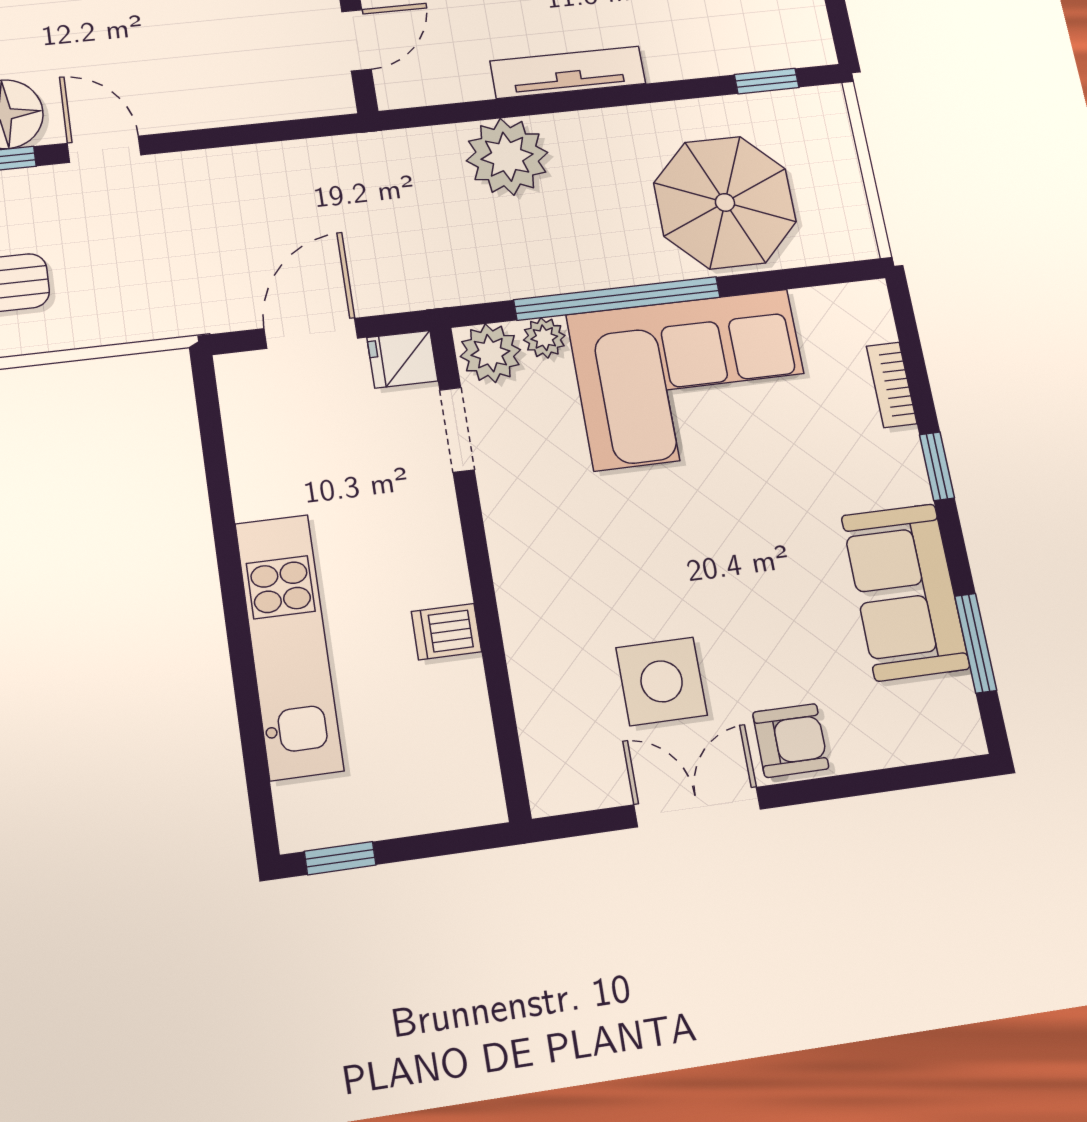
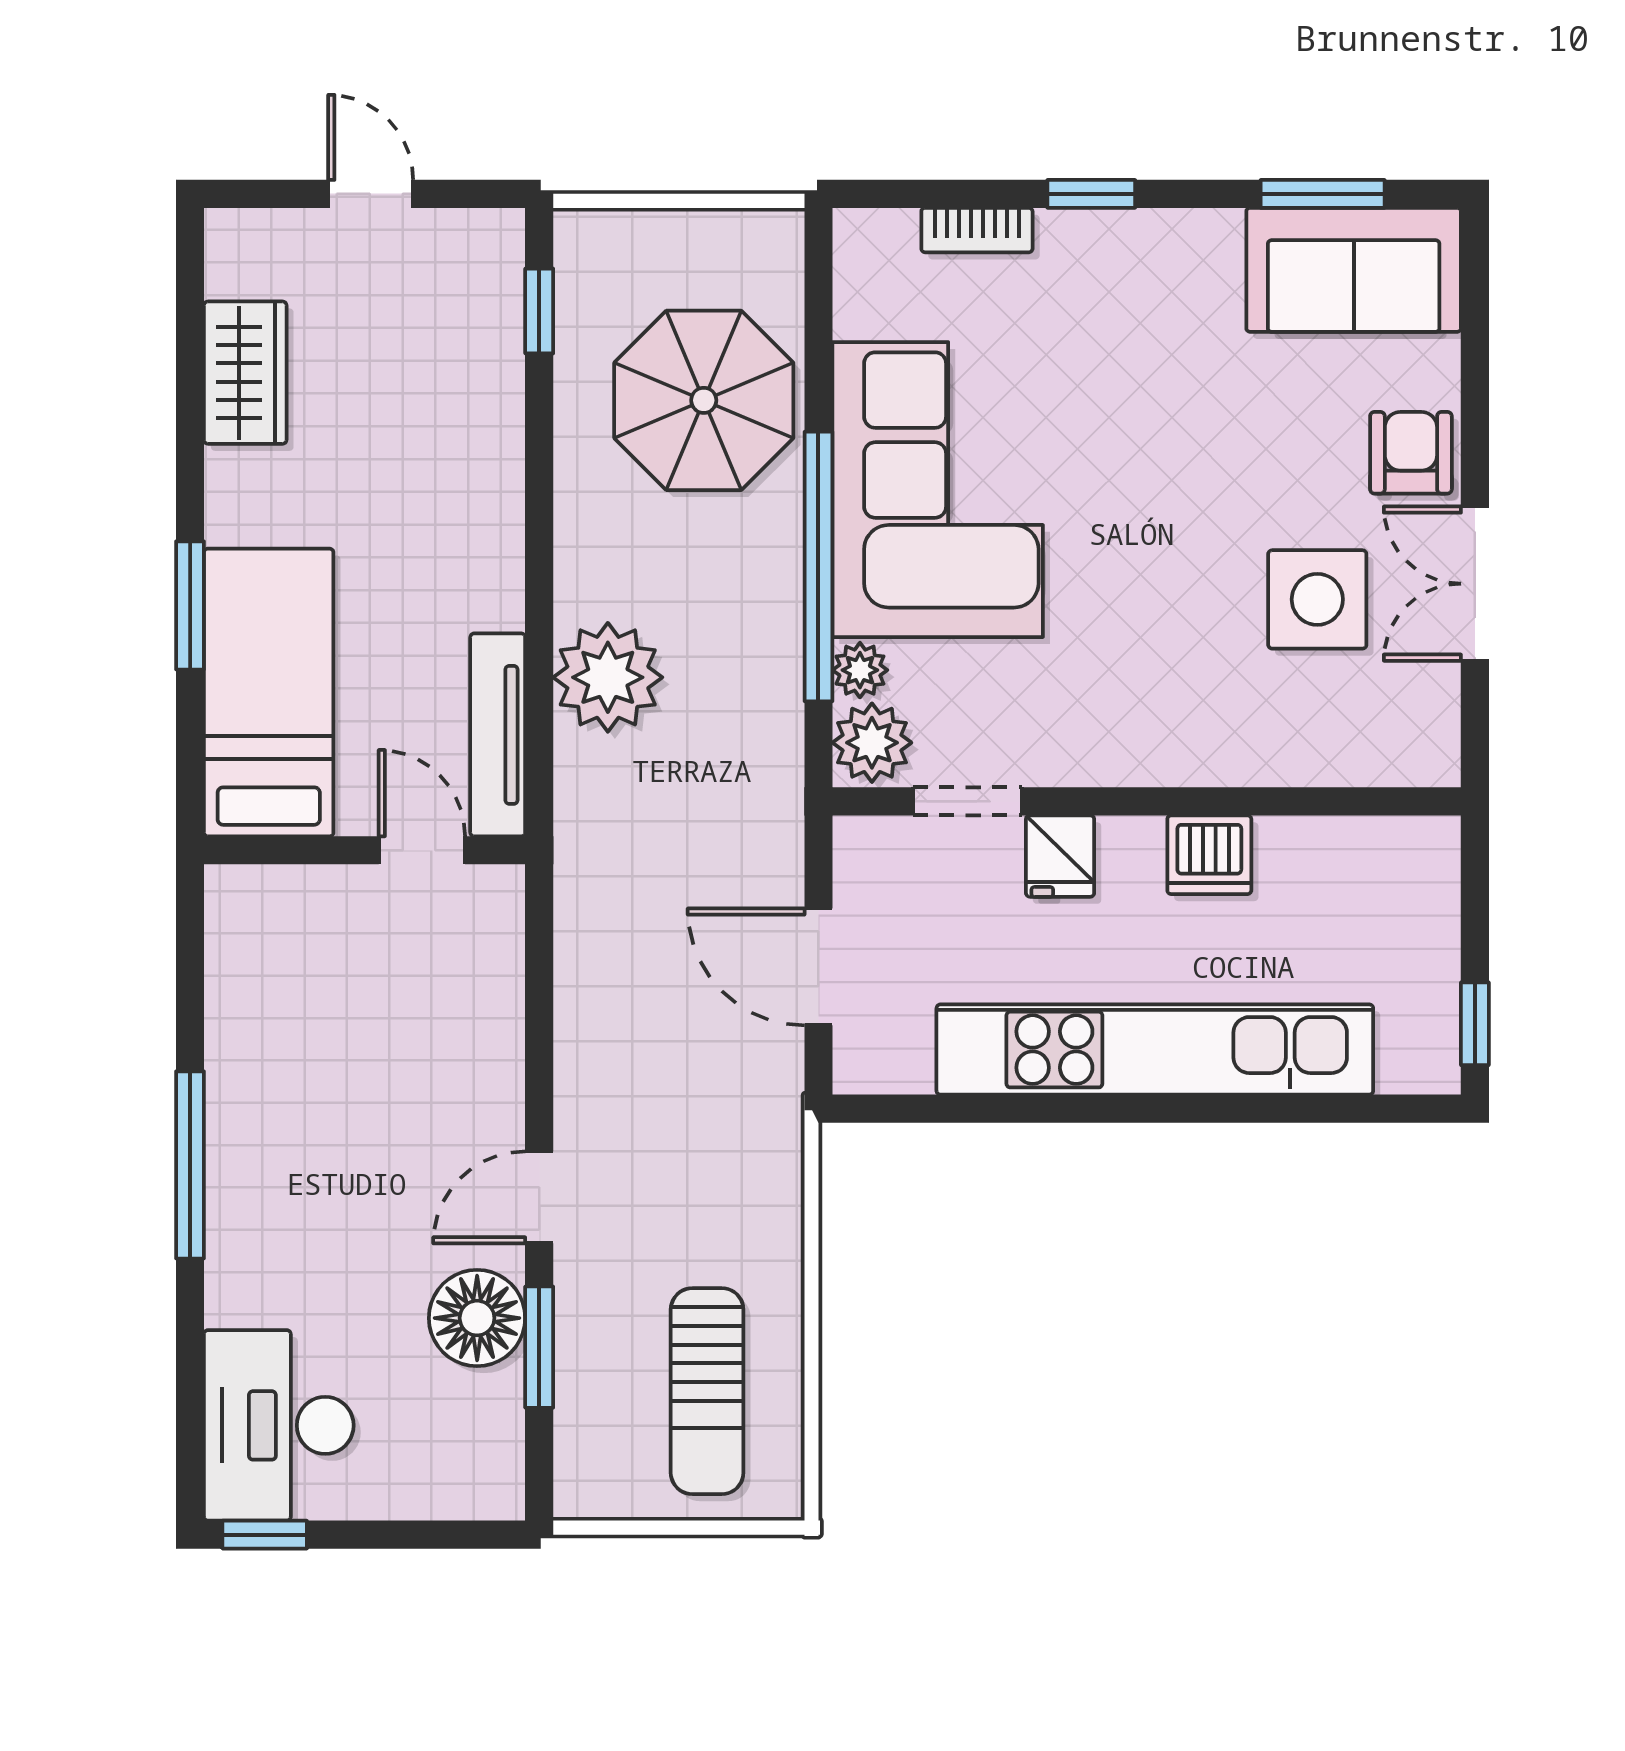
tv unit: (568, 72) -> (498, 735), moved
fridge: (402, 359) -> (1060, 856), moved
sofa: (905, 592) -> (1354, 270), moved
dishwasher: (446, 632) -> (1209, 855), width x1.38
kitchen unit: (289, 646) -> (1155, 1050), width x1.36

